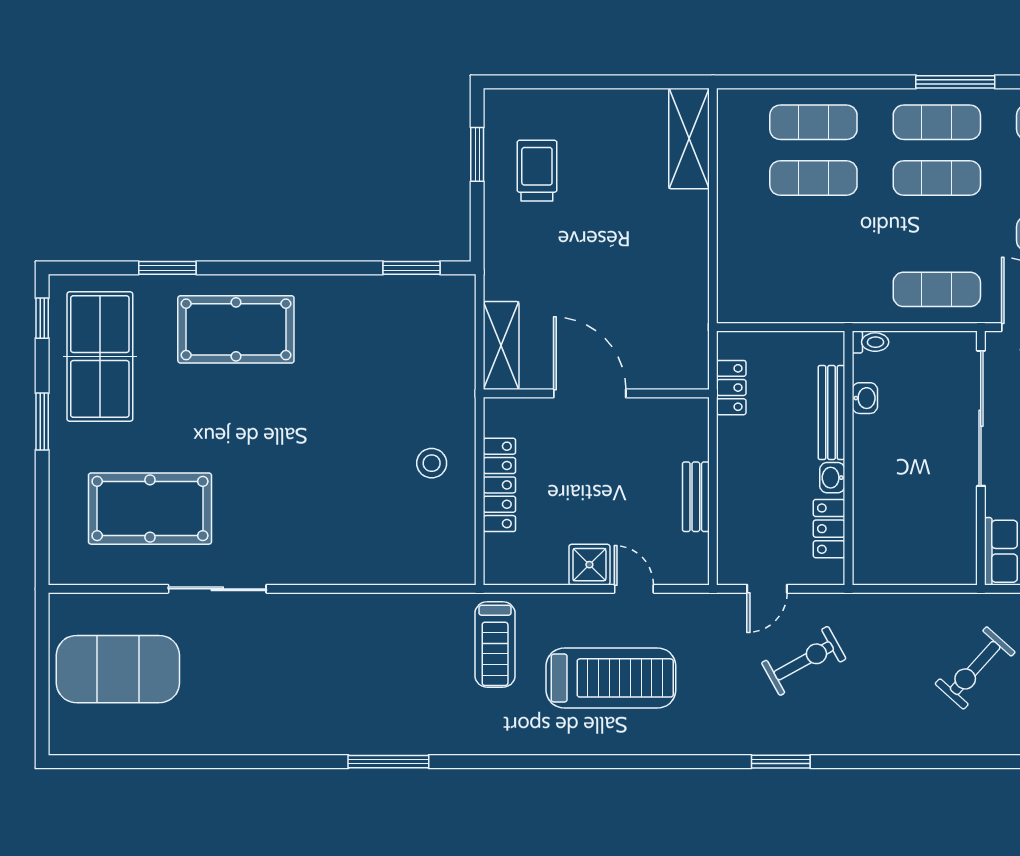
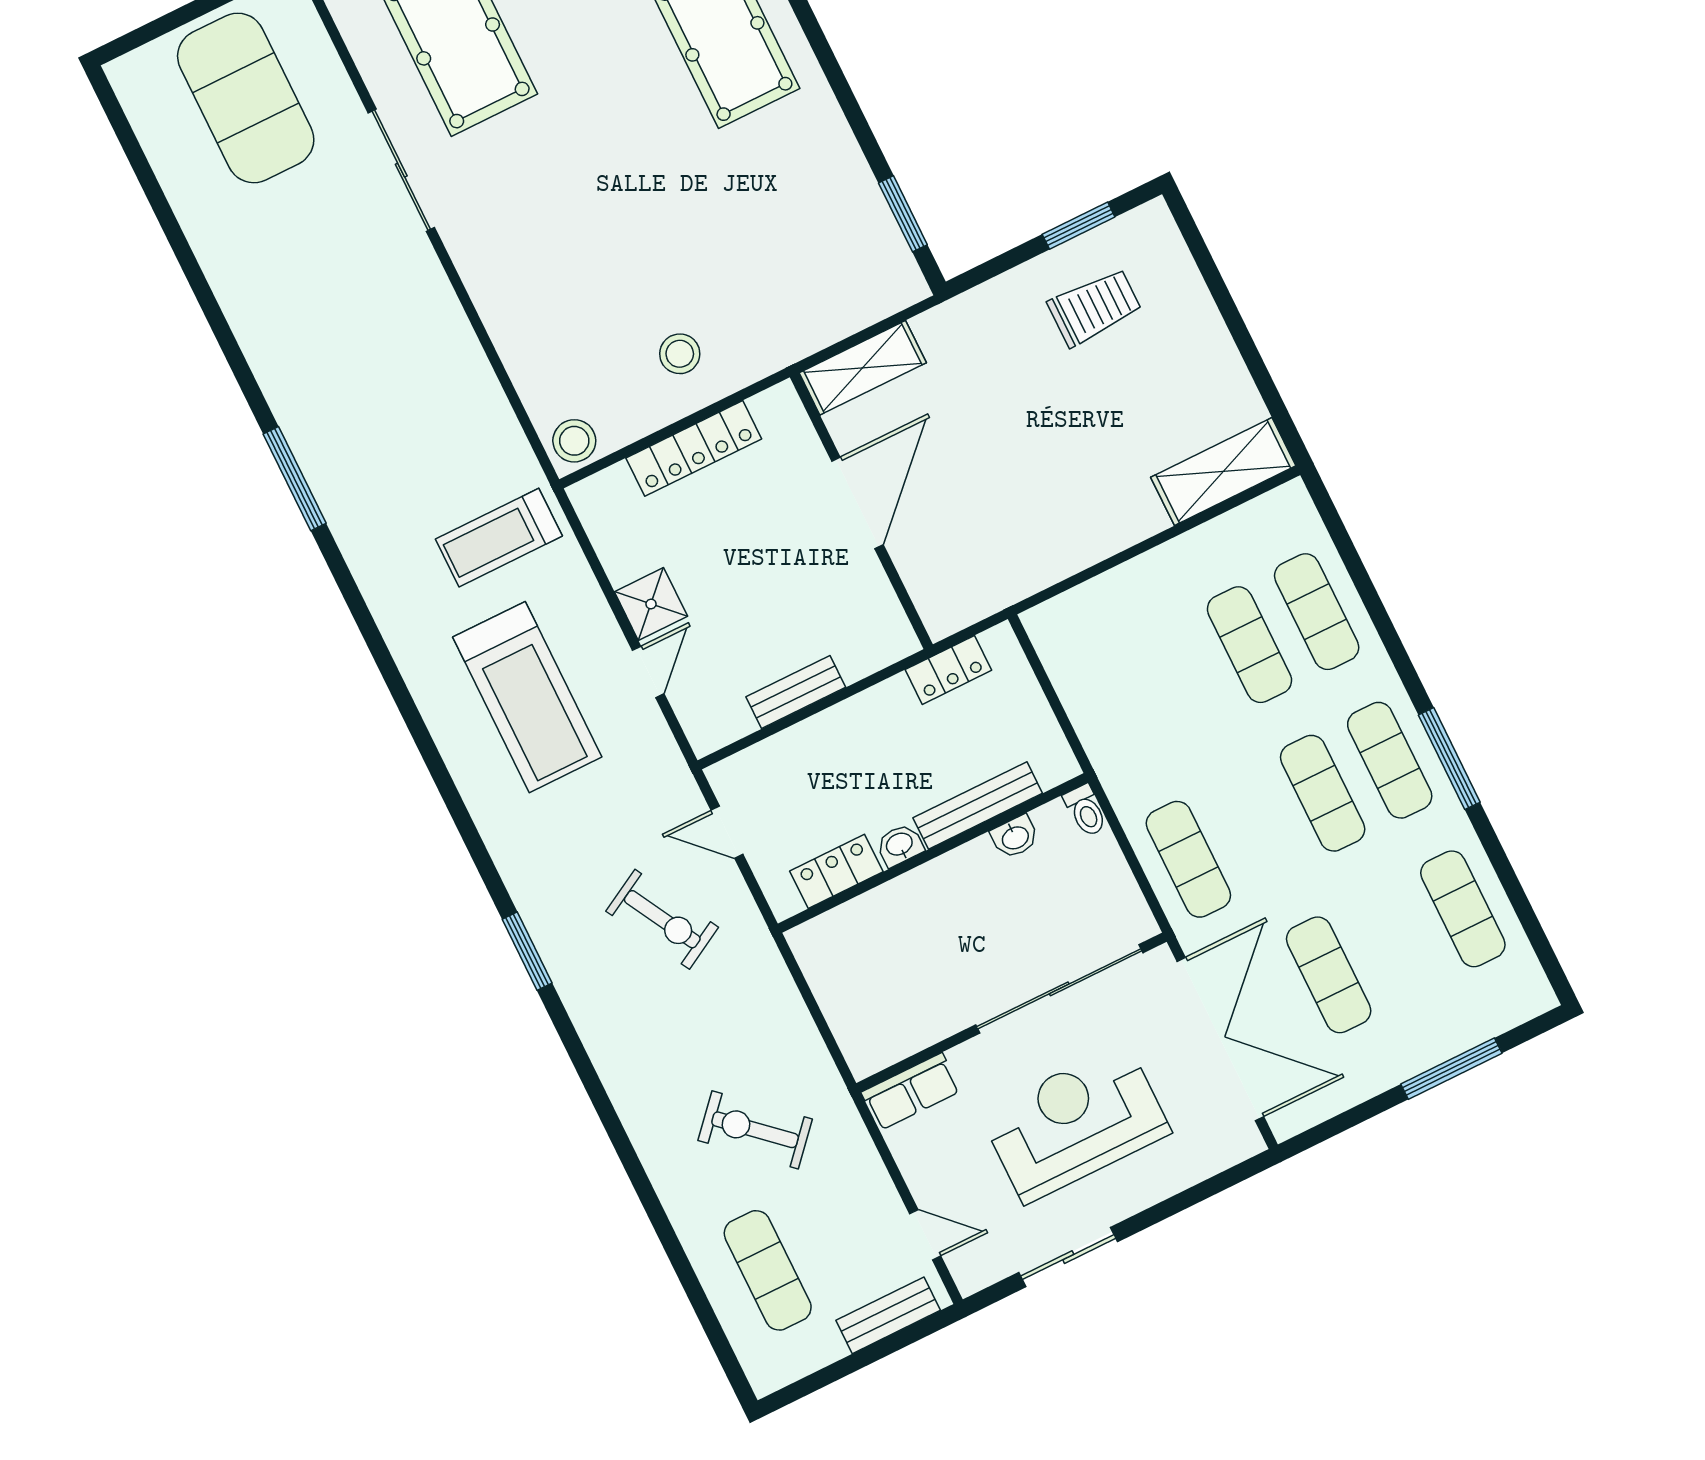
stool: (455, 562) -> (574, 441), added

